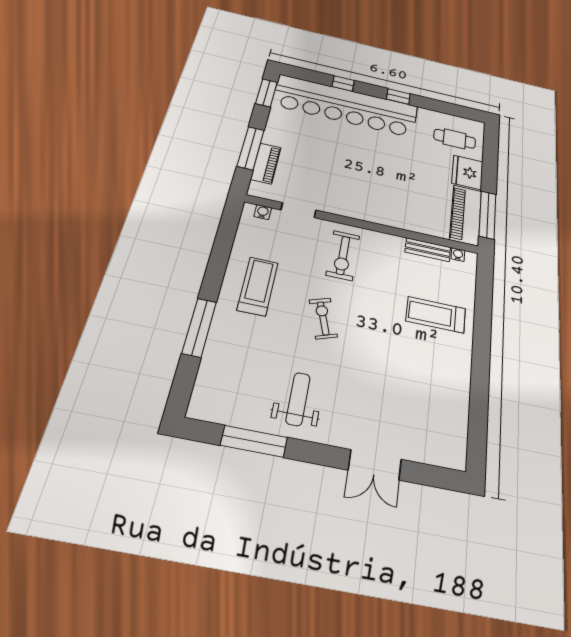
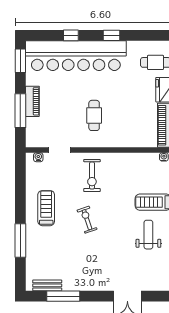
piano: (266, 163) -> (32, 101), moved
cafe table: (360, 179) -> (94, 115), added
bench: (428, 250) -> (47, 285), moved
weight bench: (298, 399) -> (148, 235), moved

